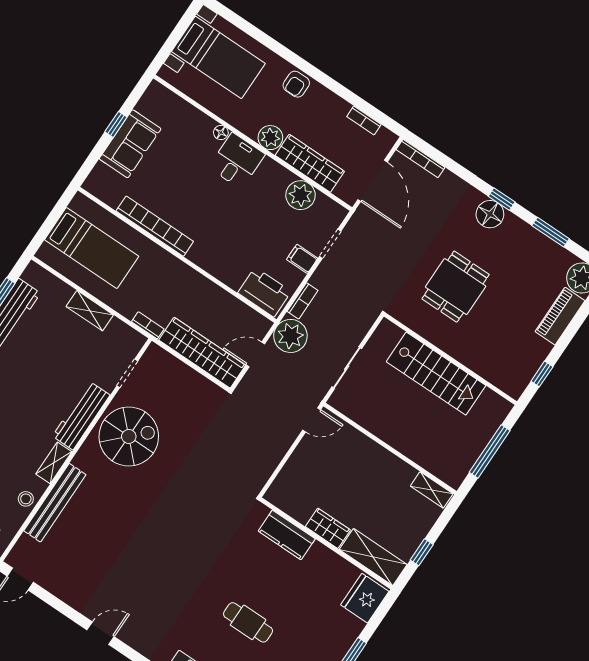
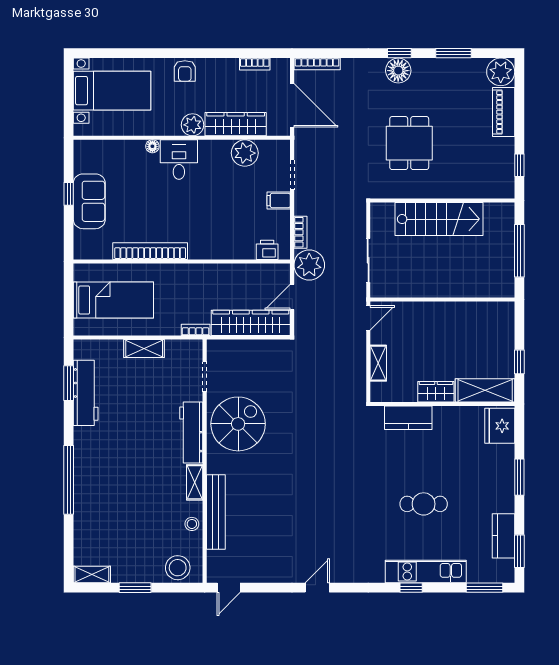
printer: (264, 292) -> (267, 250), width x0.53, depth x0.68
shelving: (432, 490) -> (378, 363), moved, turned 90

